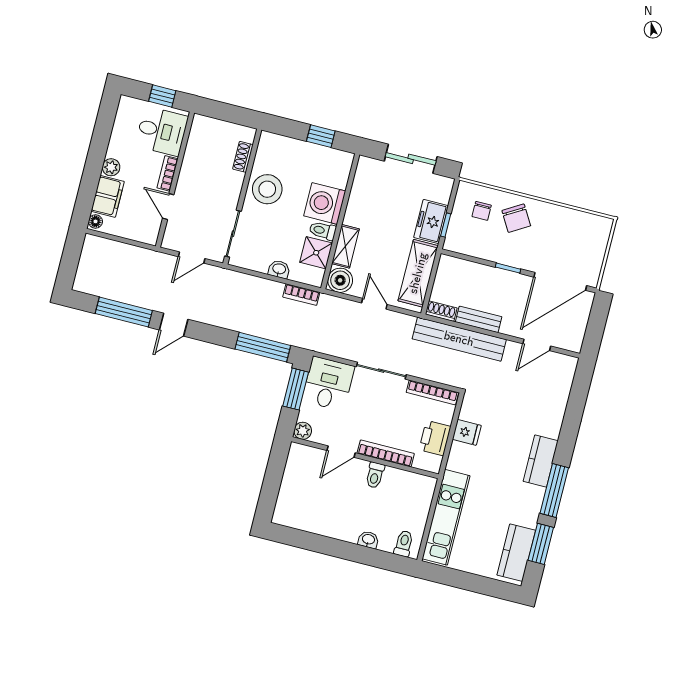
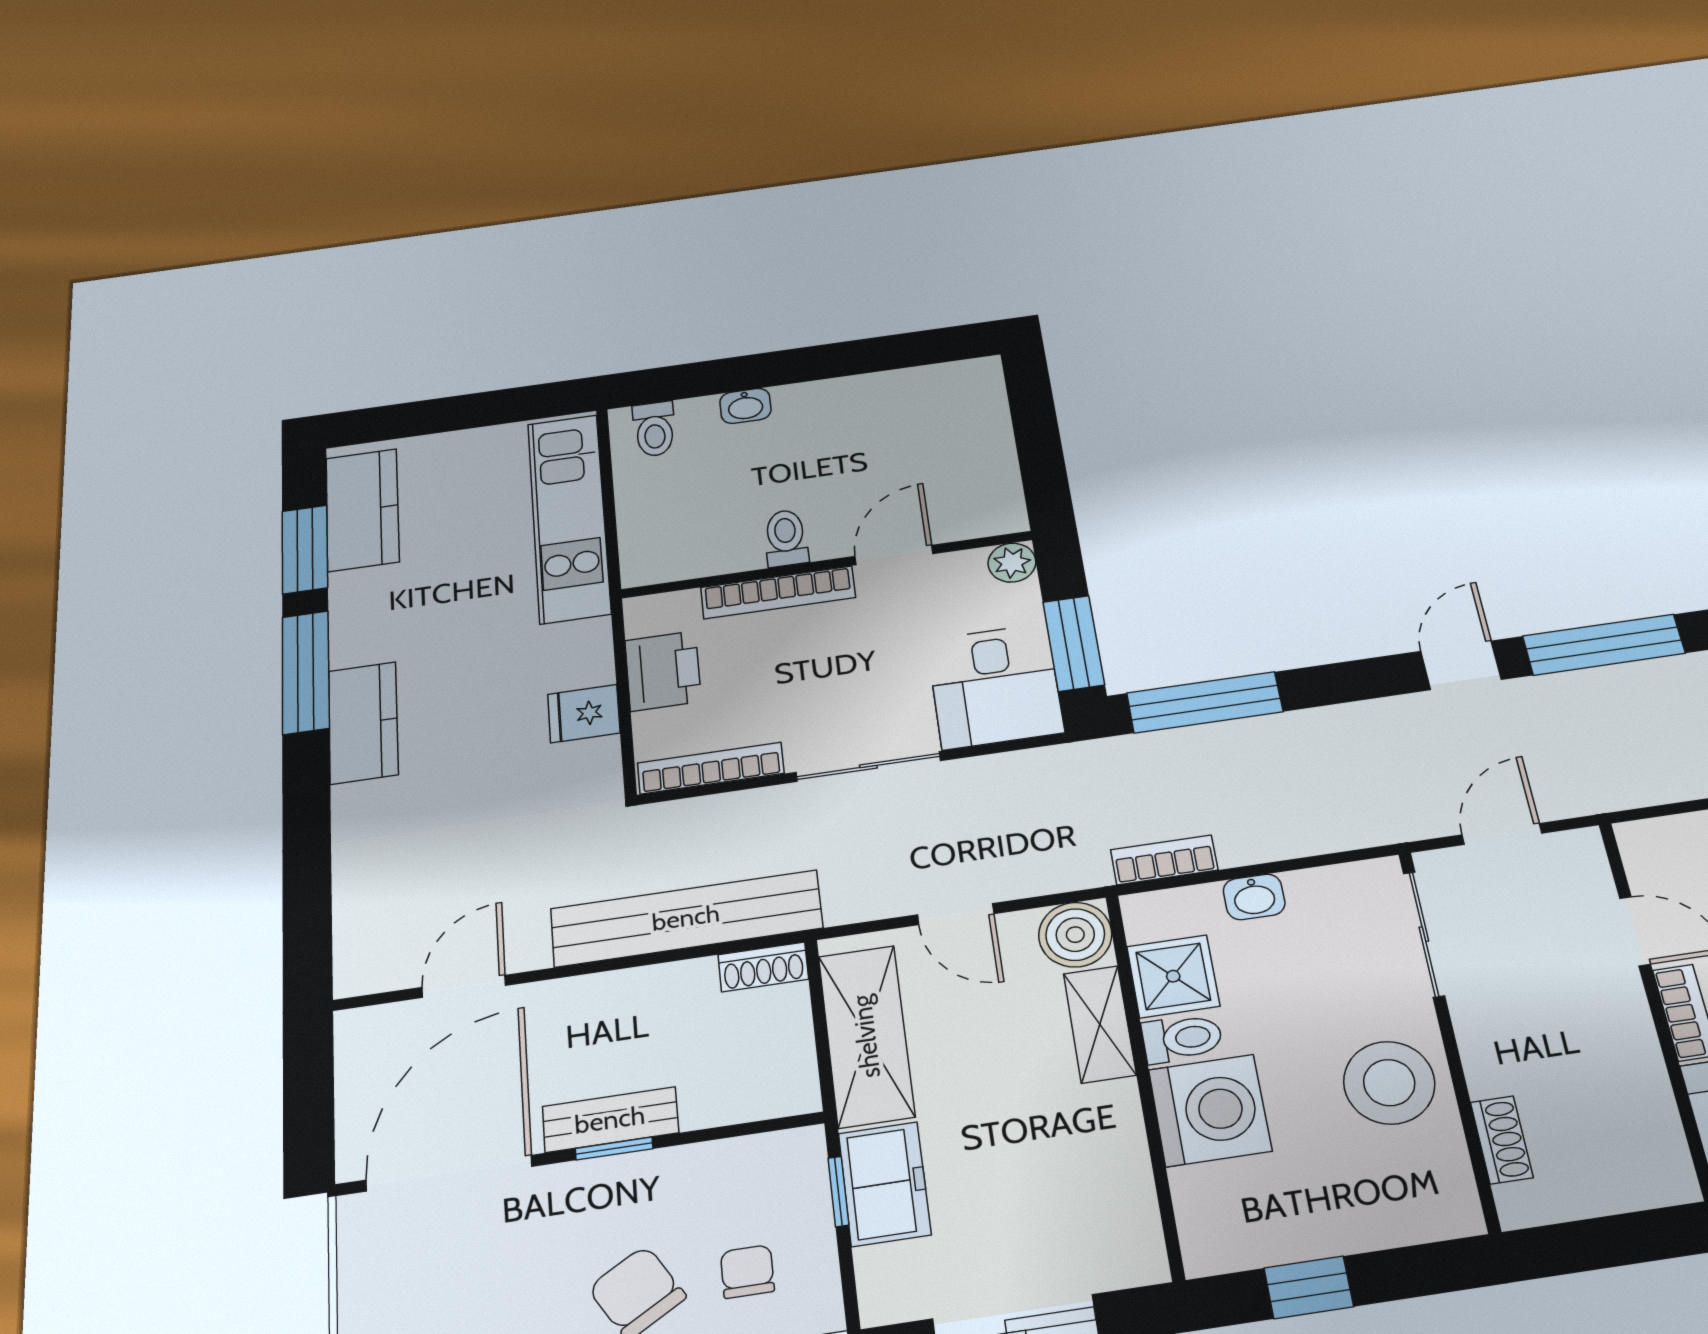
bench: (479, 319) -> (610, 1120), moved

